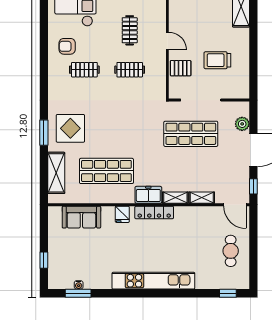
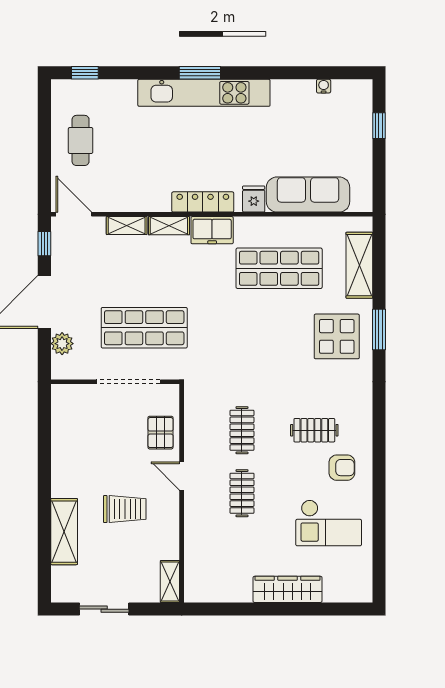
trolley: (217, 60) -> (125, 509), moved
pallet: (181, 68) -> (161, 433), turned 90
clothes rail: (130, 70) -> (242, 430), turned 90
sofa: (81, 217) -> (308, 195), width x1.36
window: (78, 293) -> (200, 73), moved

